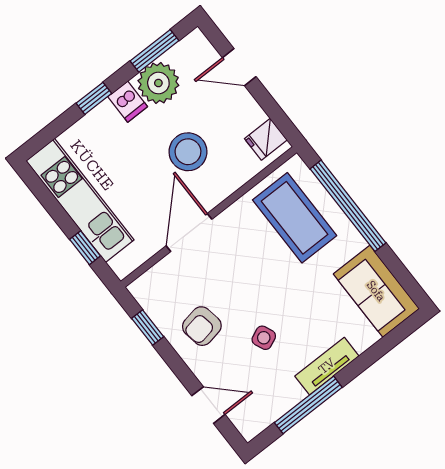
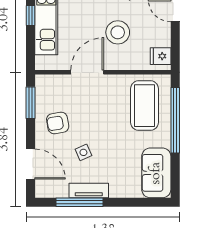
window: (85, 248) -> (31, 15), moved
window: (148, 328) -> (31, 103), width x1.50
tv unit: (327, 366) -> (89, 190), moved
door: (208, 405) -> (31, 164), width x1.38

